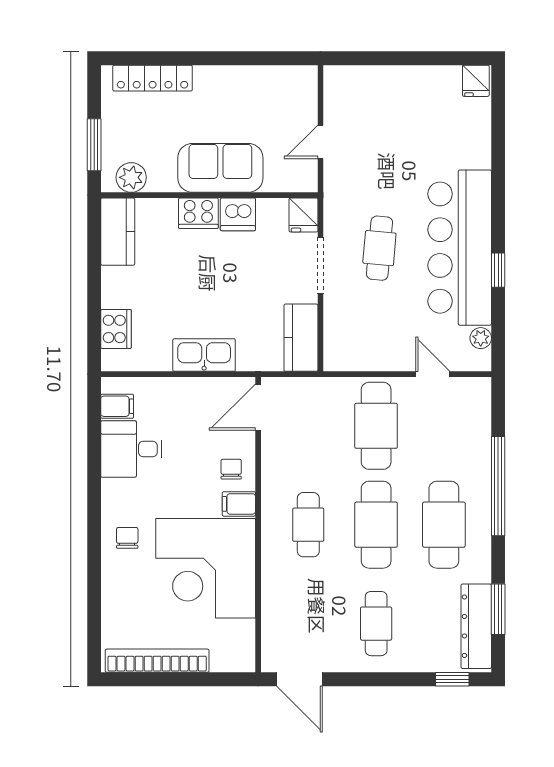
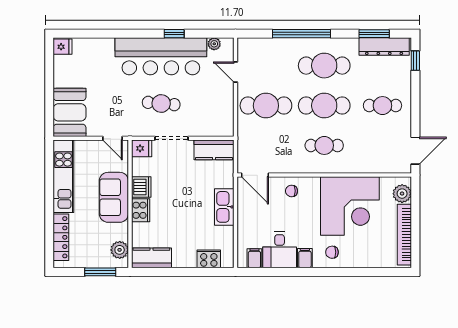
kitchen unit: (256, 82) -> (63, 176), added
booth: (364, 93) -> (70, 112), added
door: (320, 142) -> (113, 138), moved
door: (433, 374) -> (235, 72), hinge flipped
filing cabinet: (239, 504) -> (305, 258), moved, turned 180
plant: (227, 657) -> (402, 194), added

